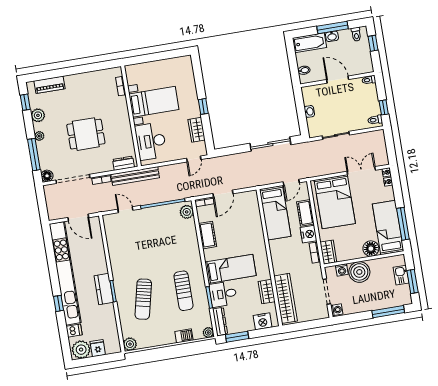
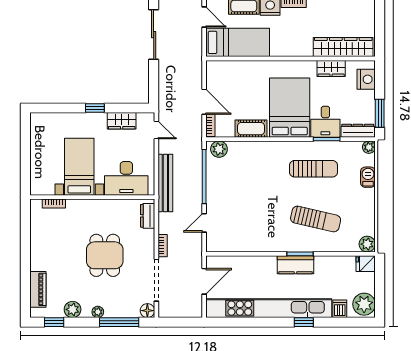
bench: (135, 176) -> (165, 183), moved
bed: (231, 269) -> (290, 108), width x1.50
fridge: (98, 348) -> (366, 264), moved

